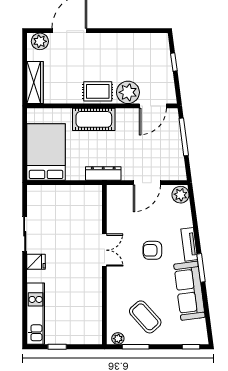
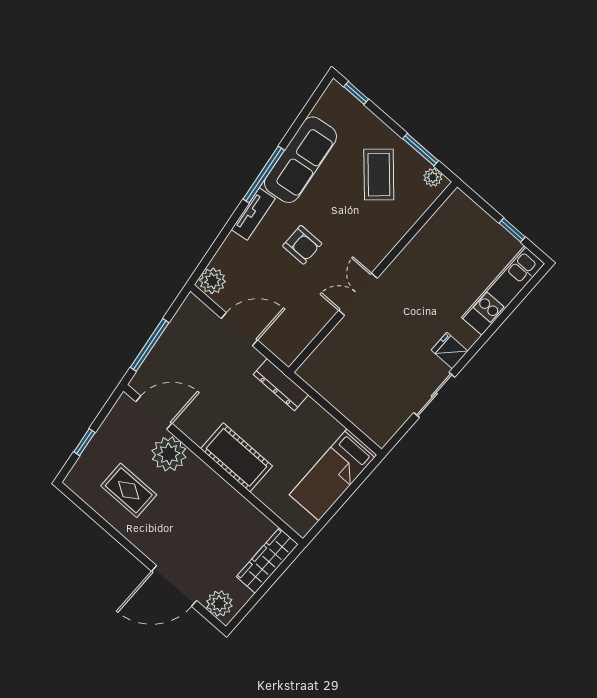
rug: (98, 91) -> (129, 490), moved
bed: (46, 152) -> (333, 475), width x0.67
window: (201, 268) -> (264, 175), width x1.44

